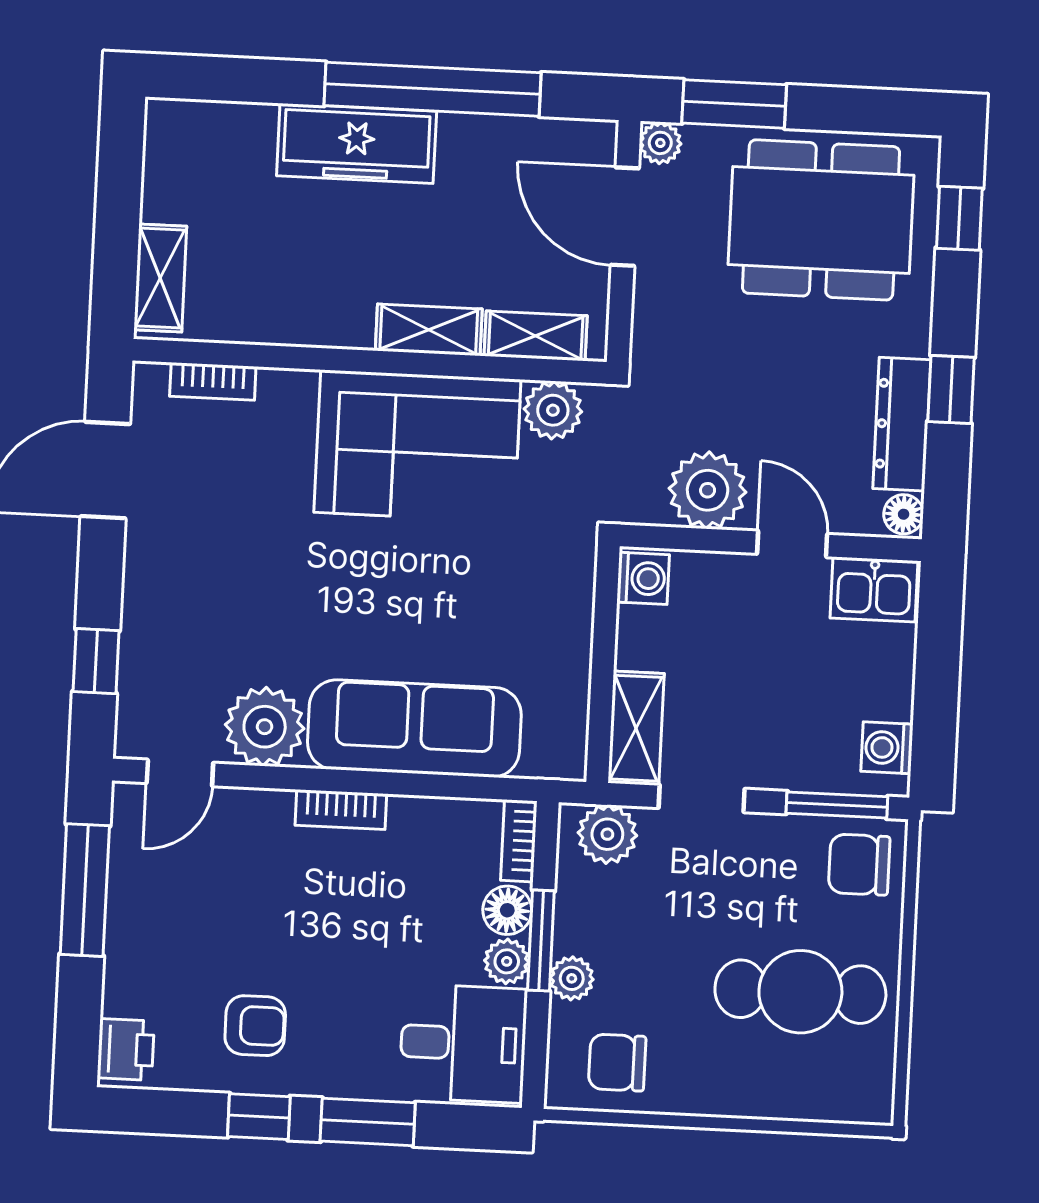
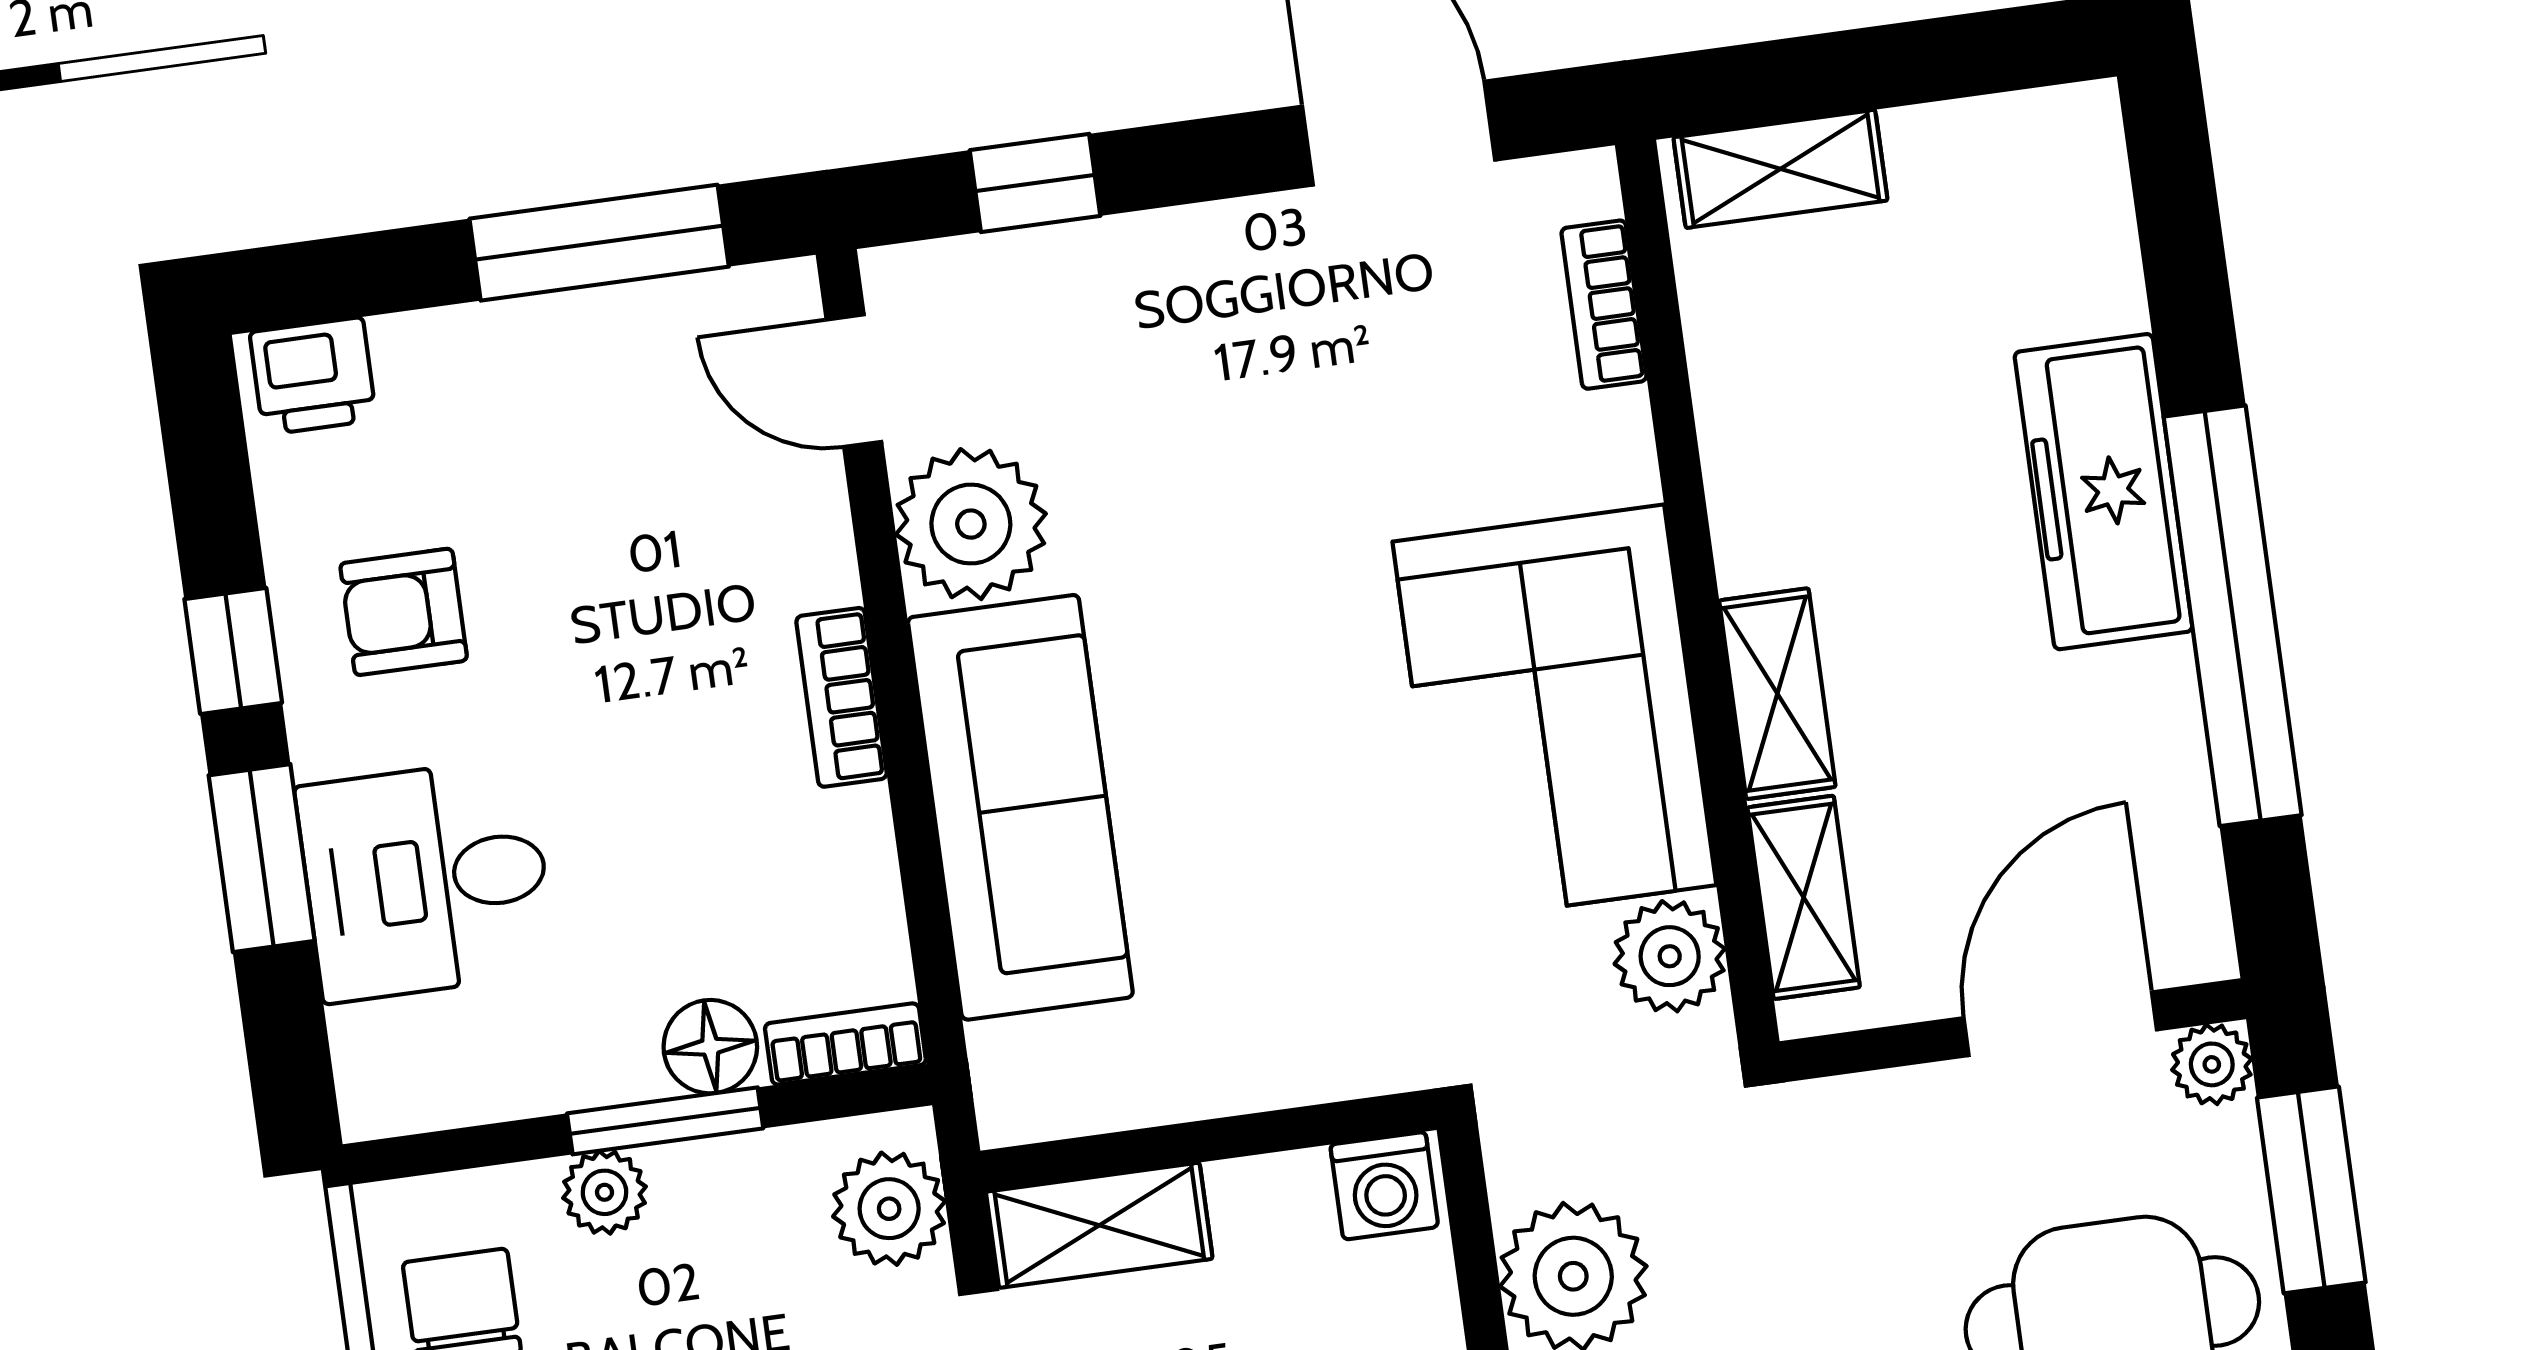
plant: (507, 961) -> (614, 1064), removed
armchair: (255, 1026) -> (404, 612), turned 90
desk: (463, 1043) -> (426, 880), moved, turned 90

